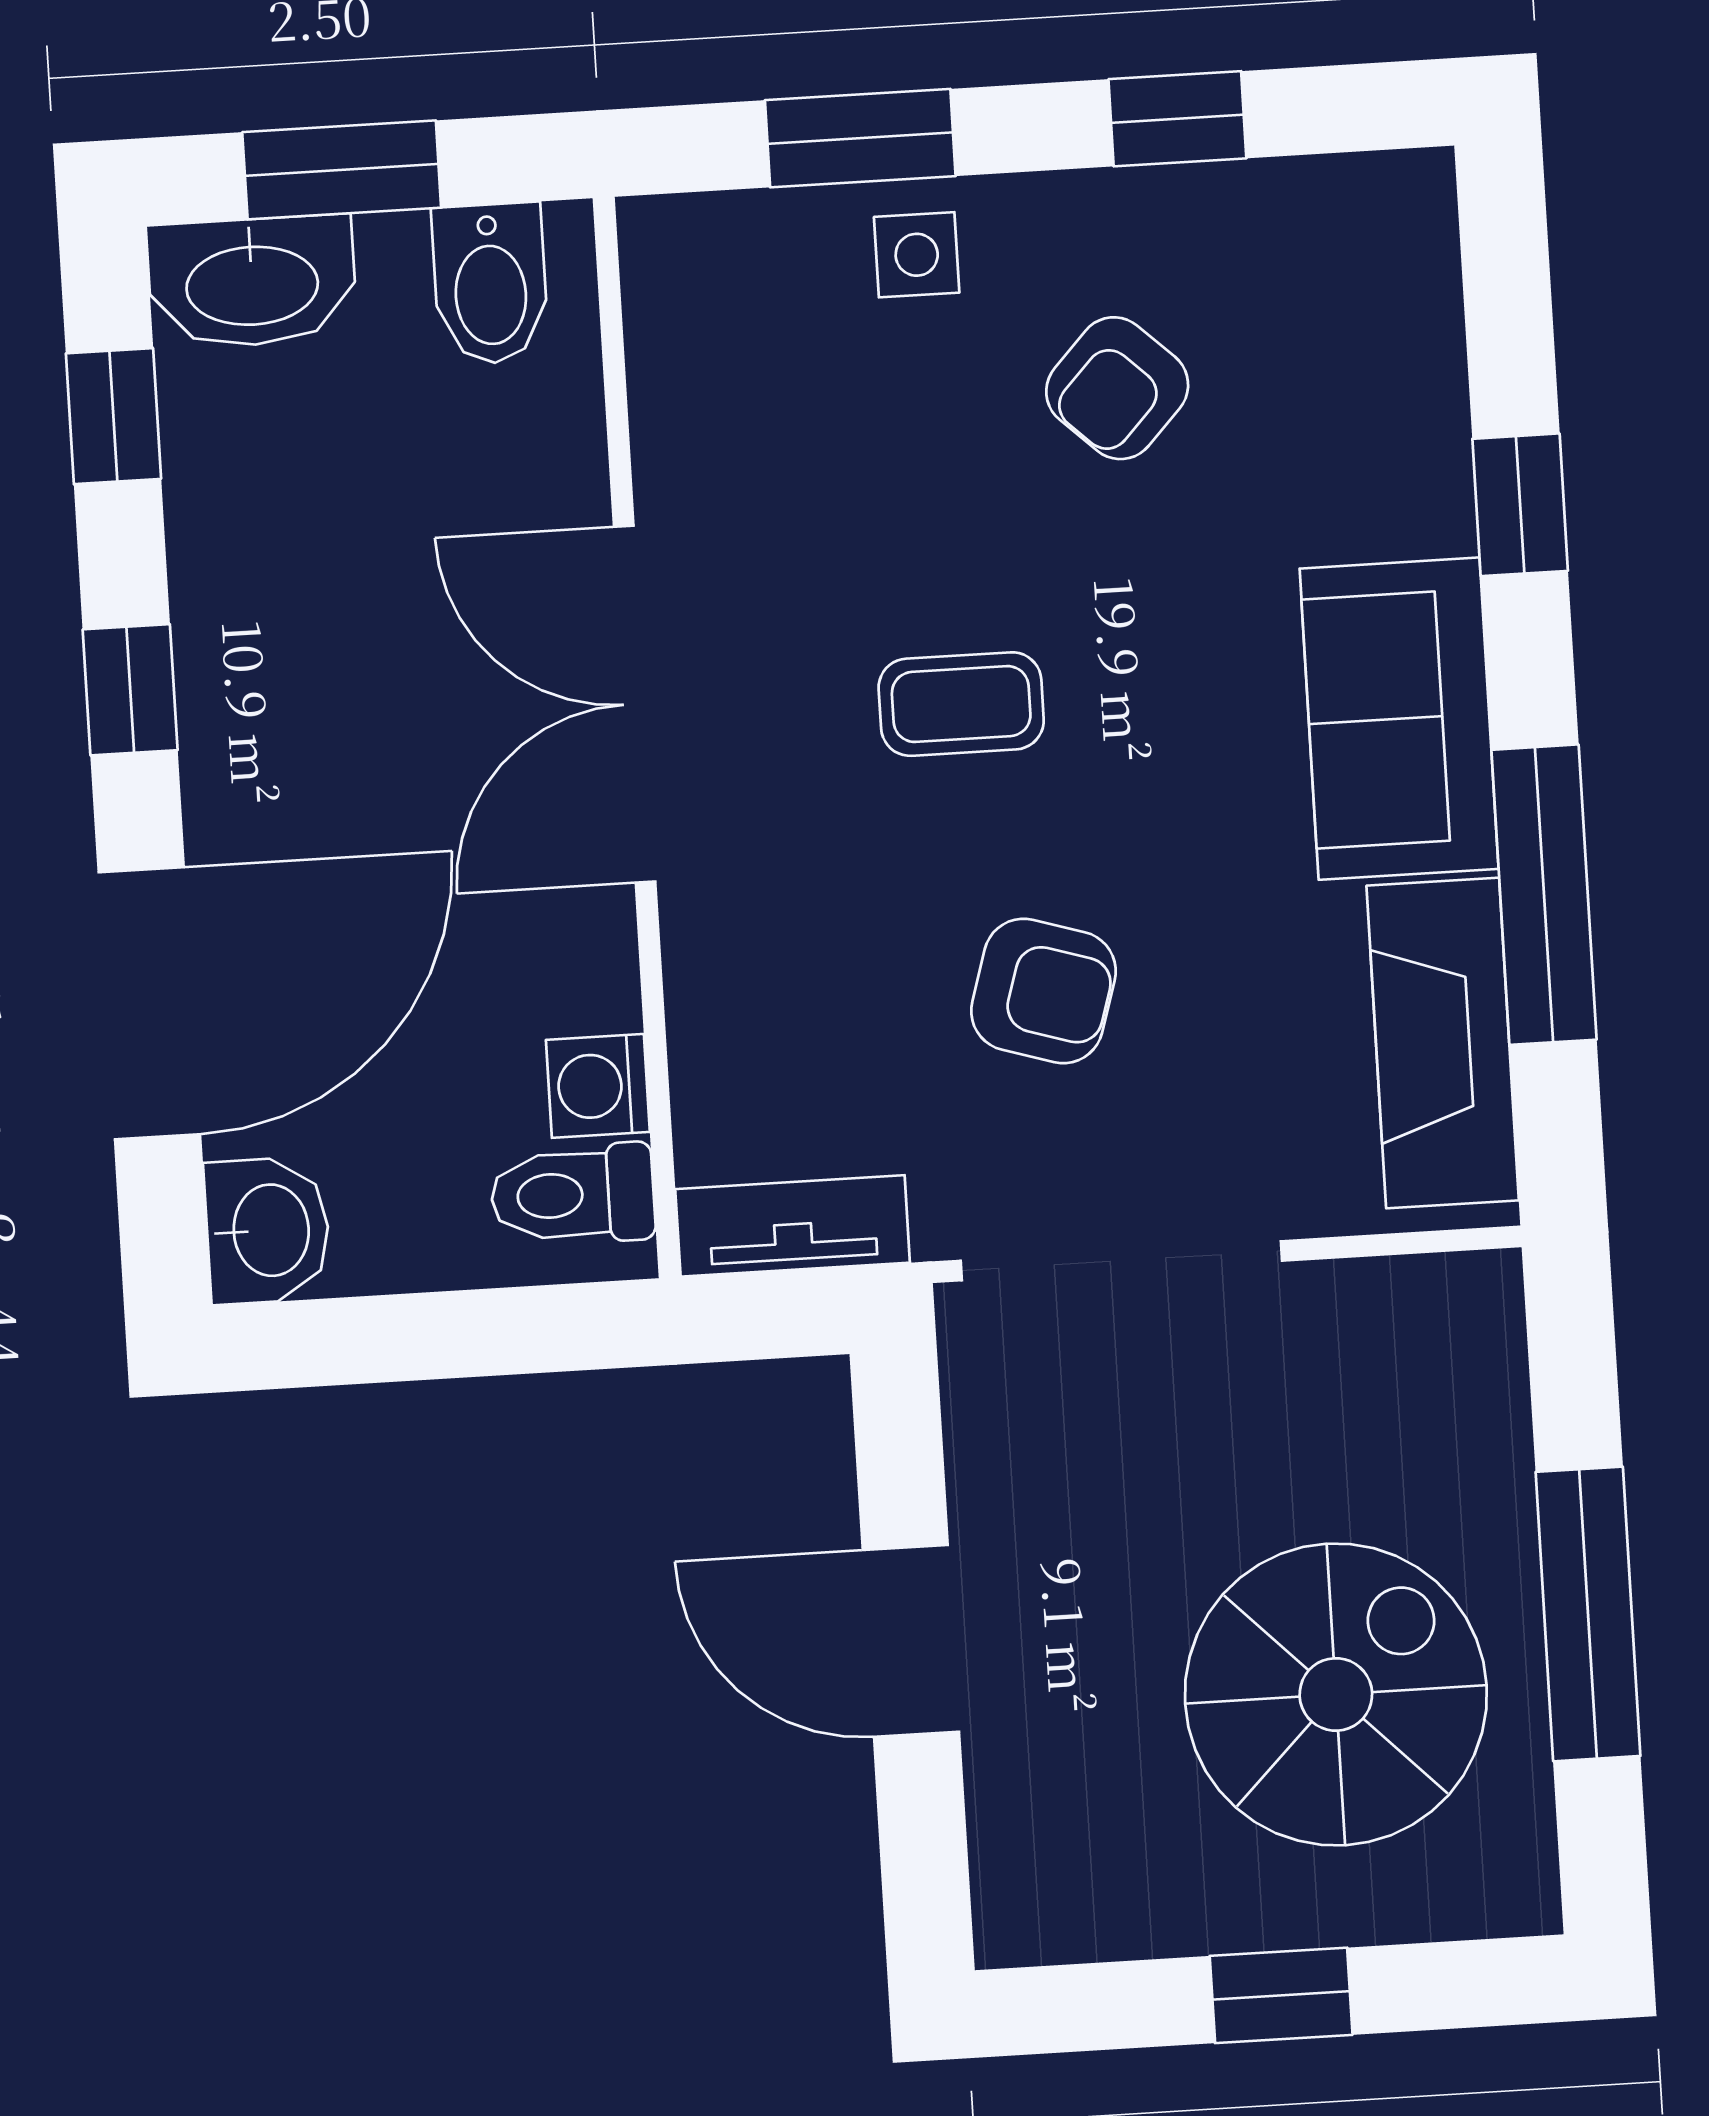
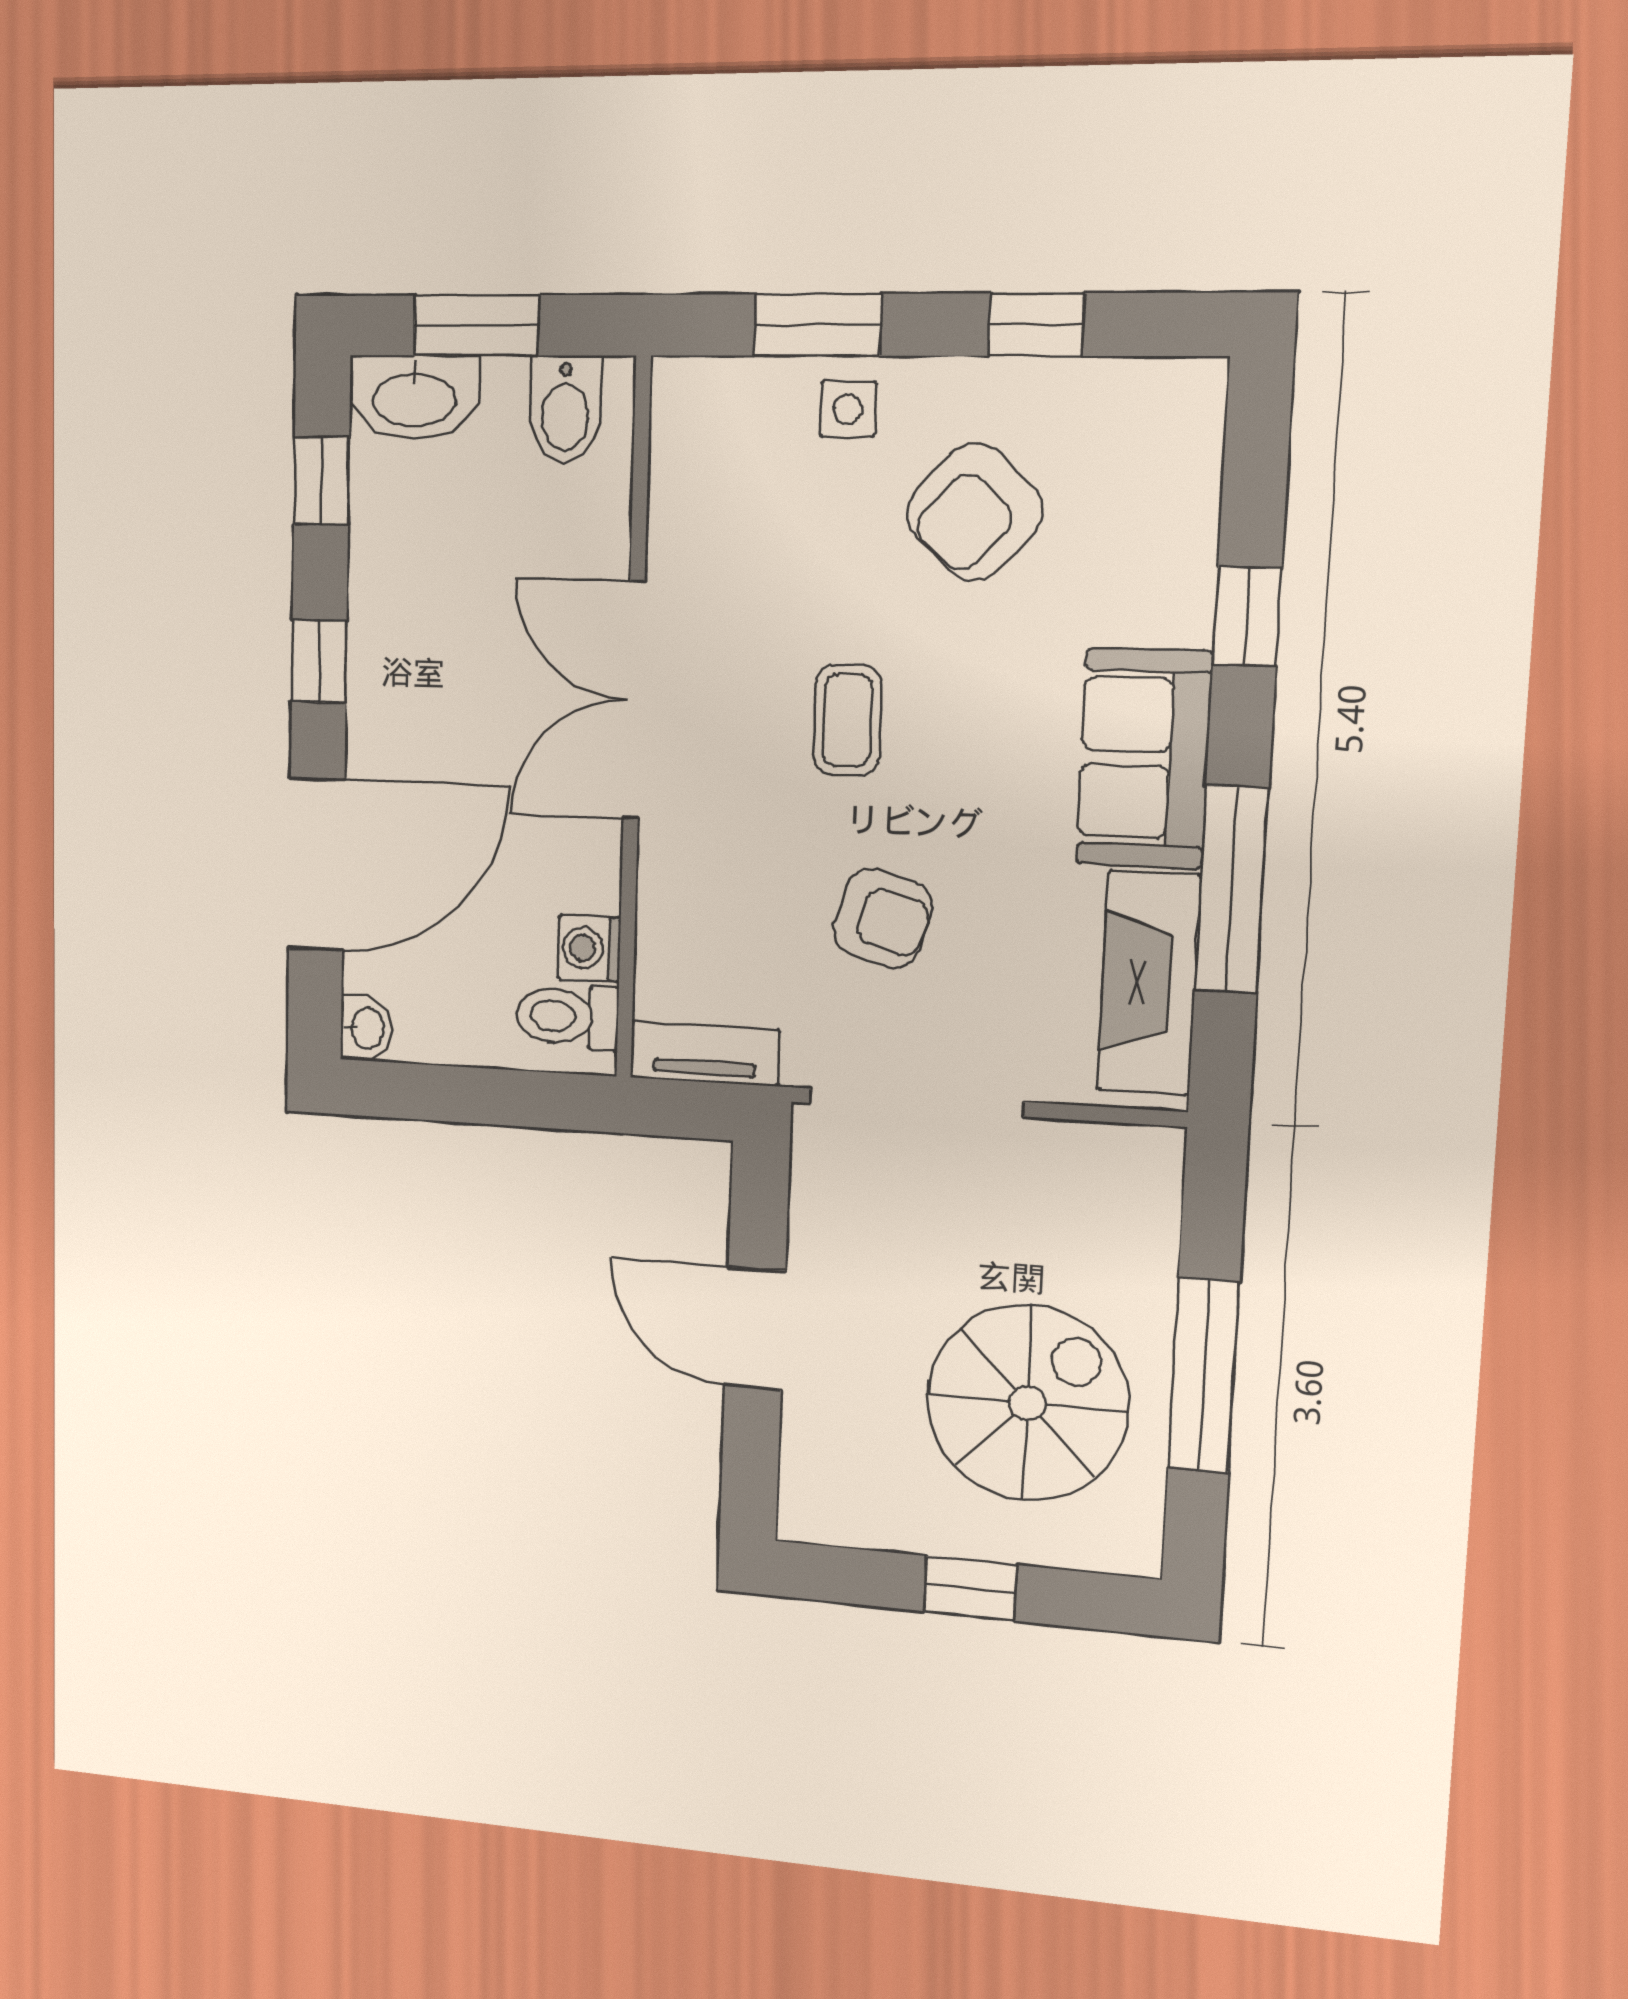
armchair: (1117, 388) -> (975, 512), width x1.38, depth x1.38
coffee table: (961, 704) -> (847, 720), turned 90
washbasin: (268, 1230) -> (366, 1028), width x0.72, depth x0.69

